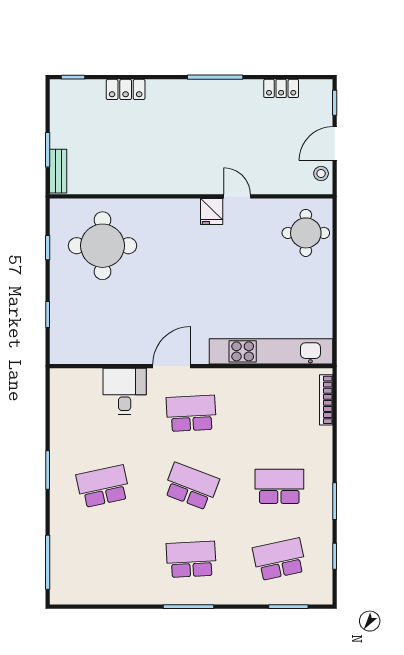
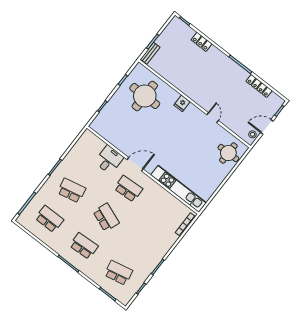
locker: (281, 88) -> (259, 86), width x1.53
fridge: (212, 212) -> (182, 103), moved
school desk: (279, 486) -> (49, 219), moved

